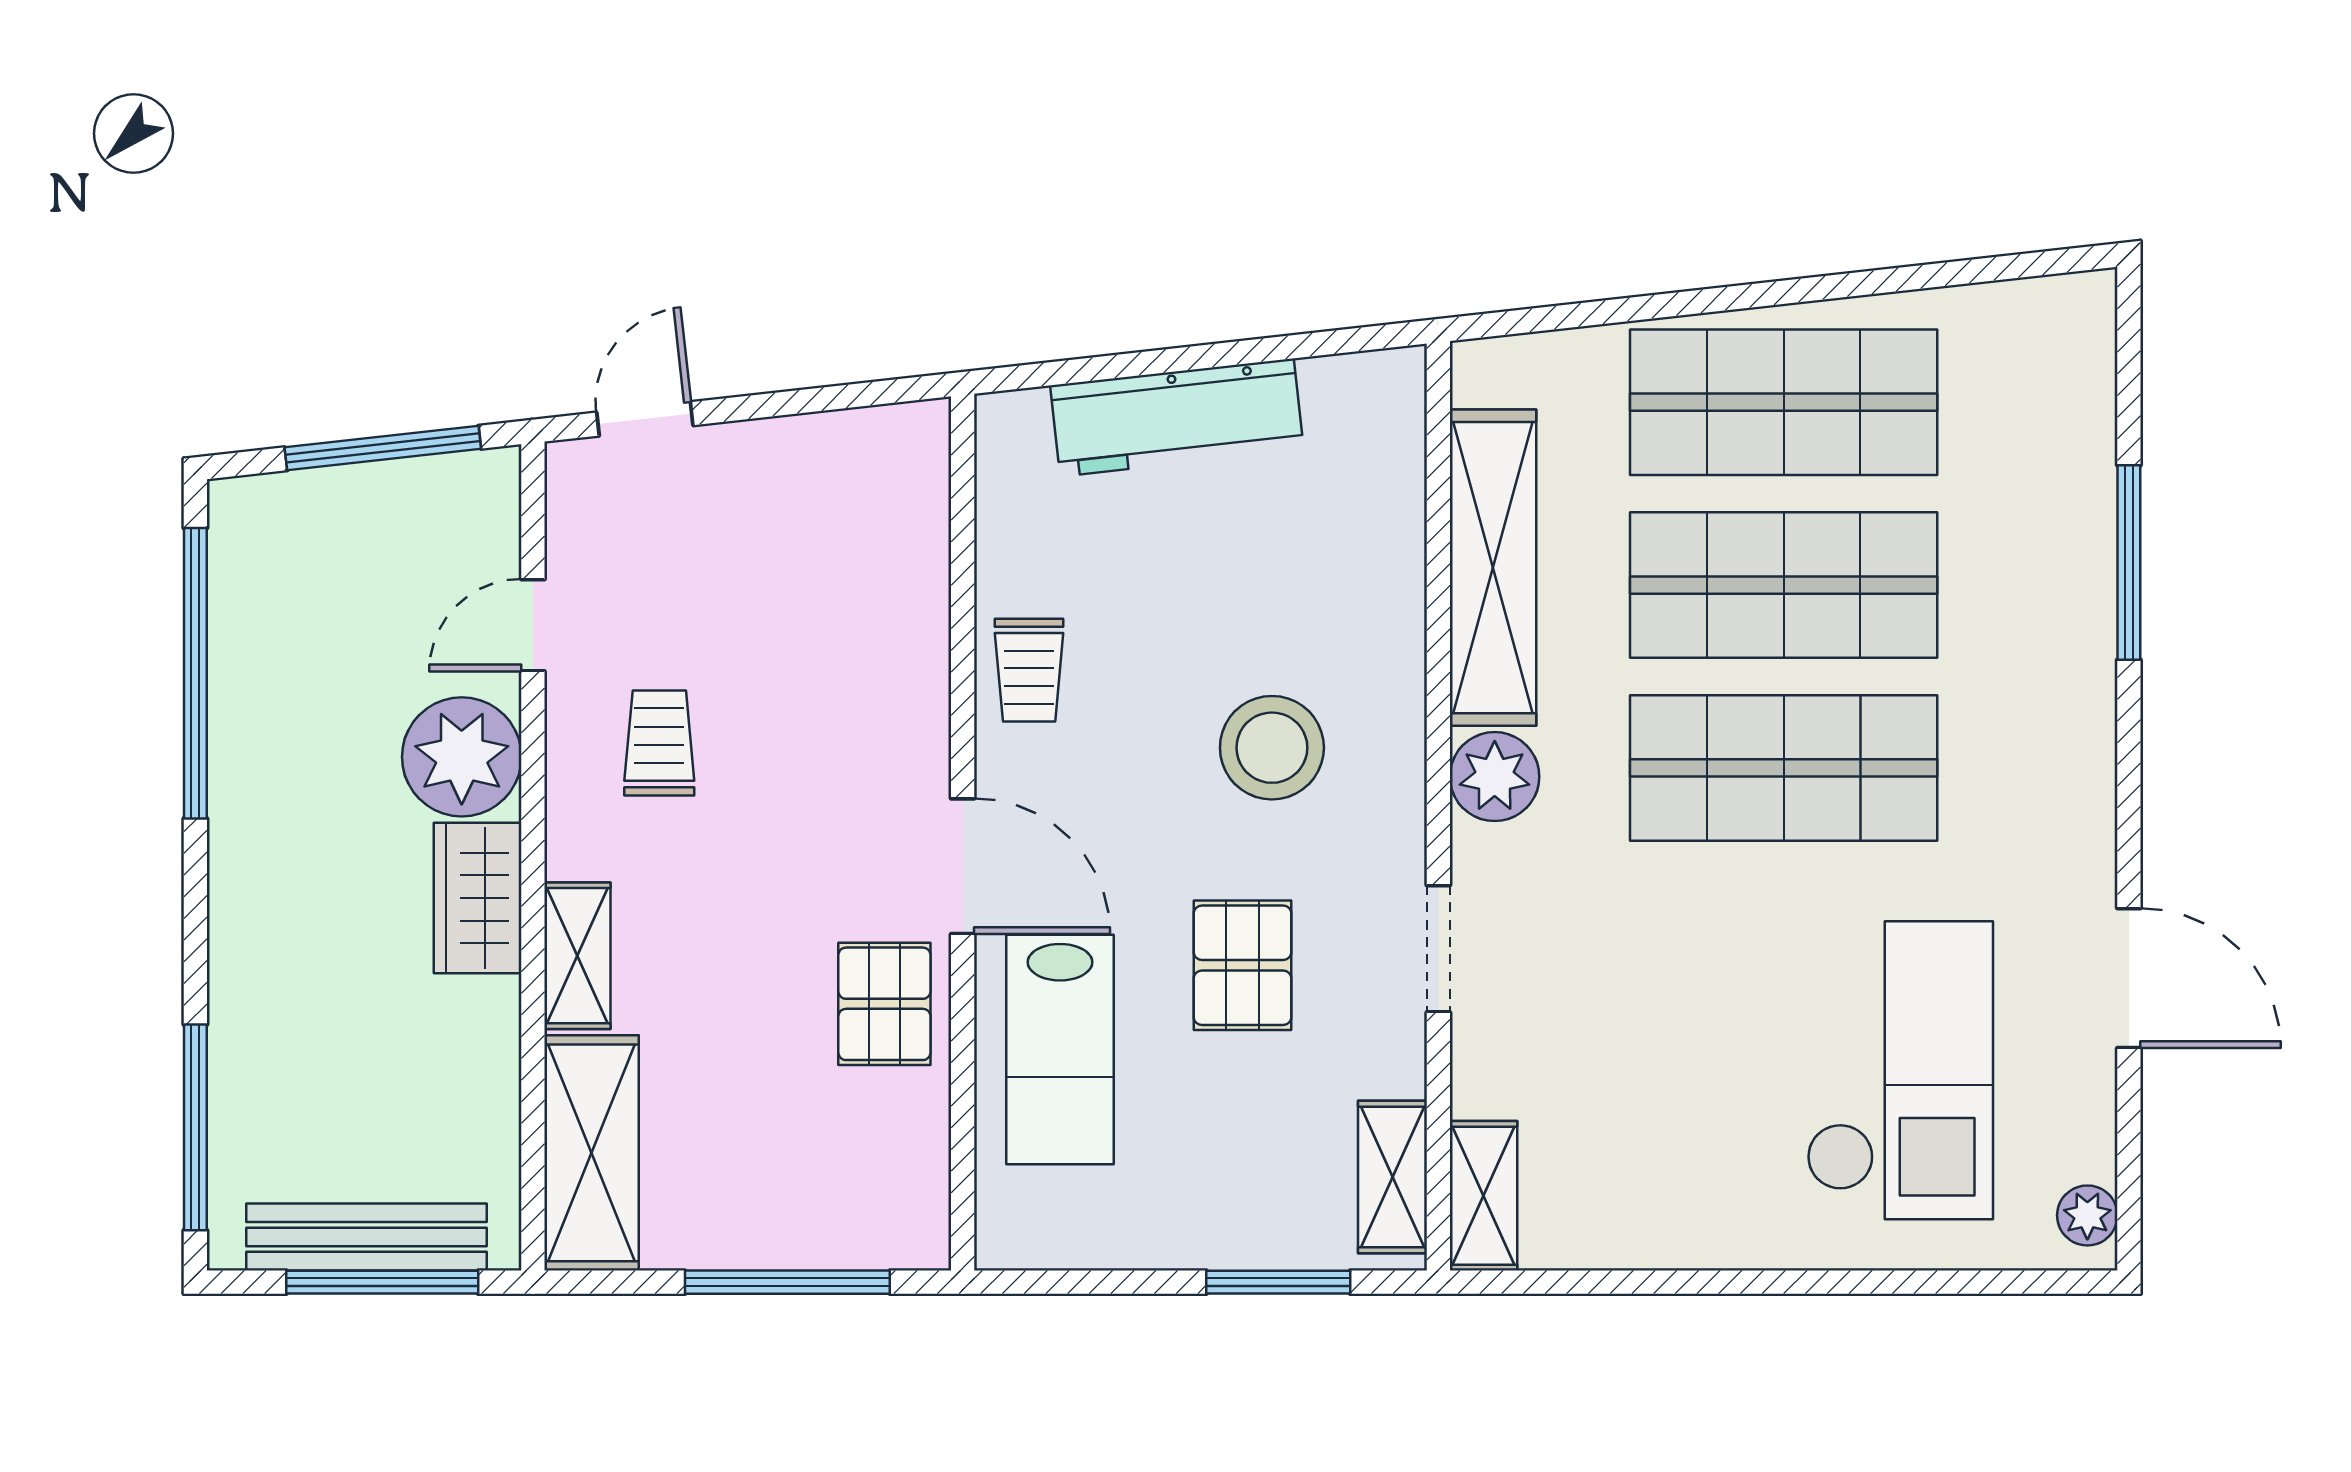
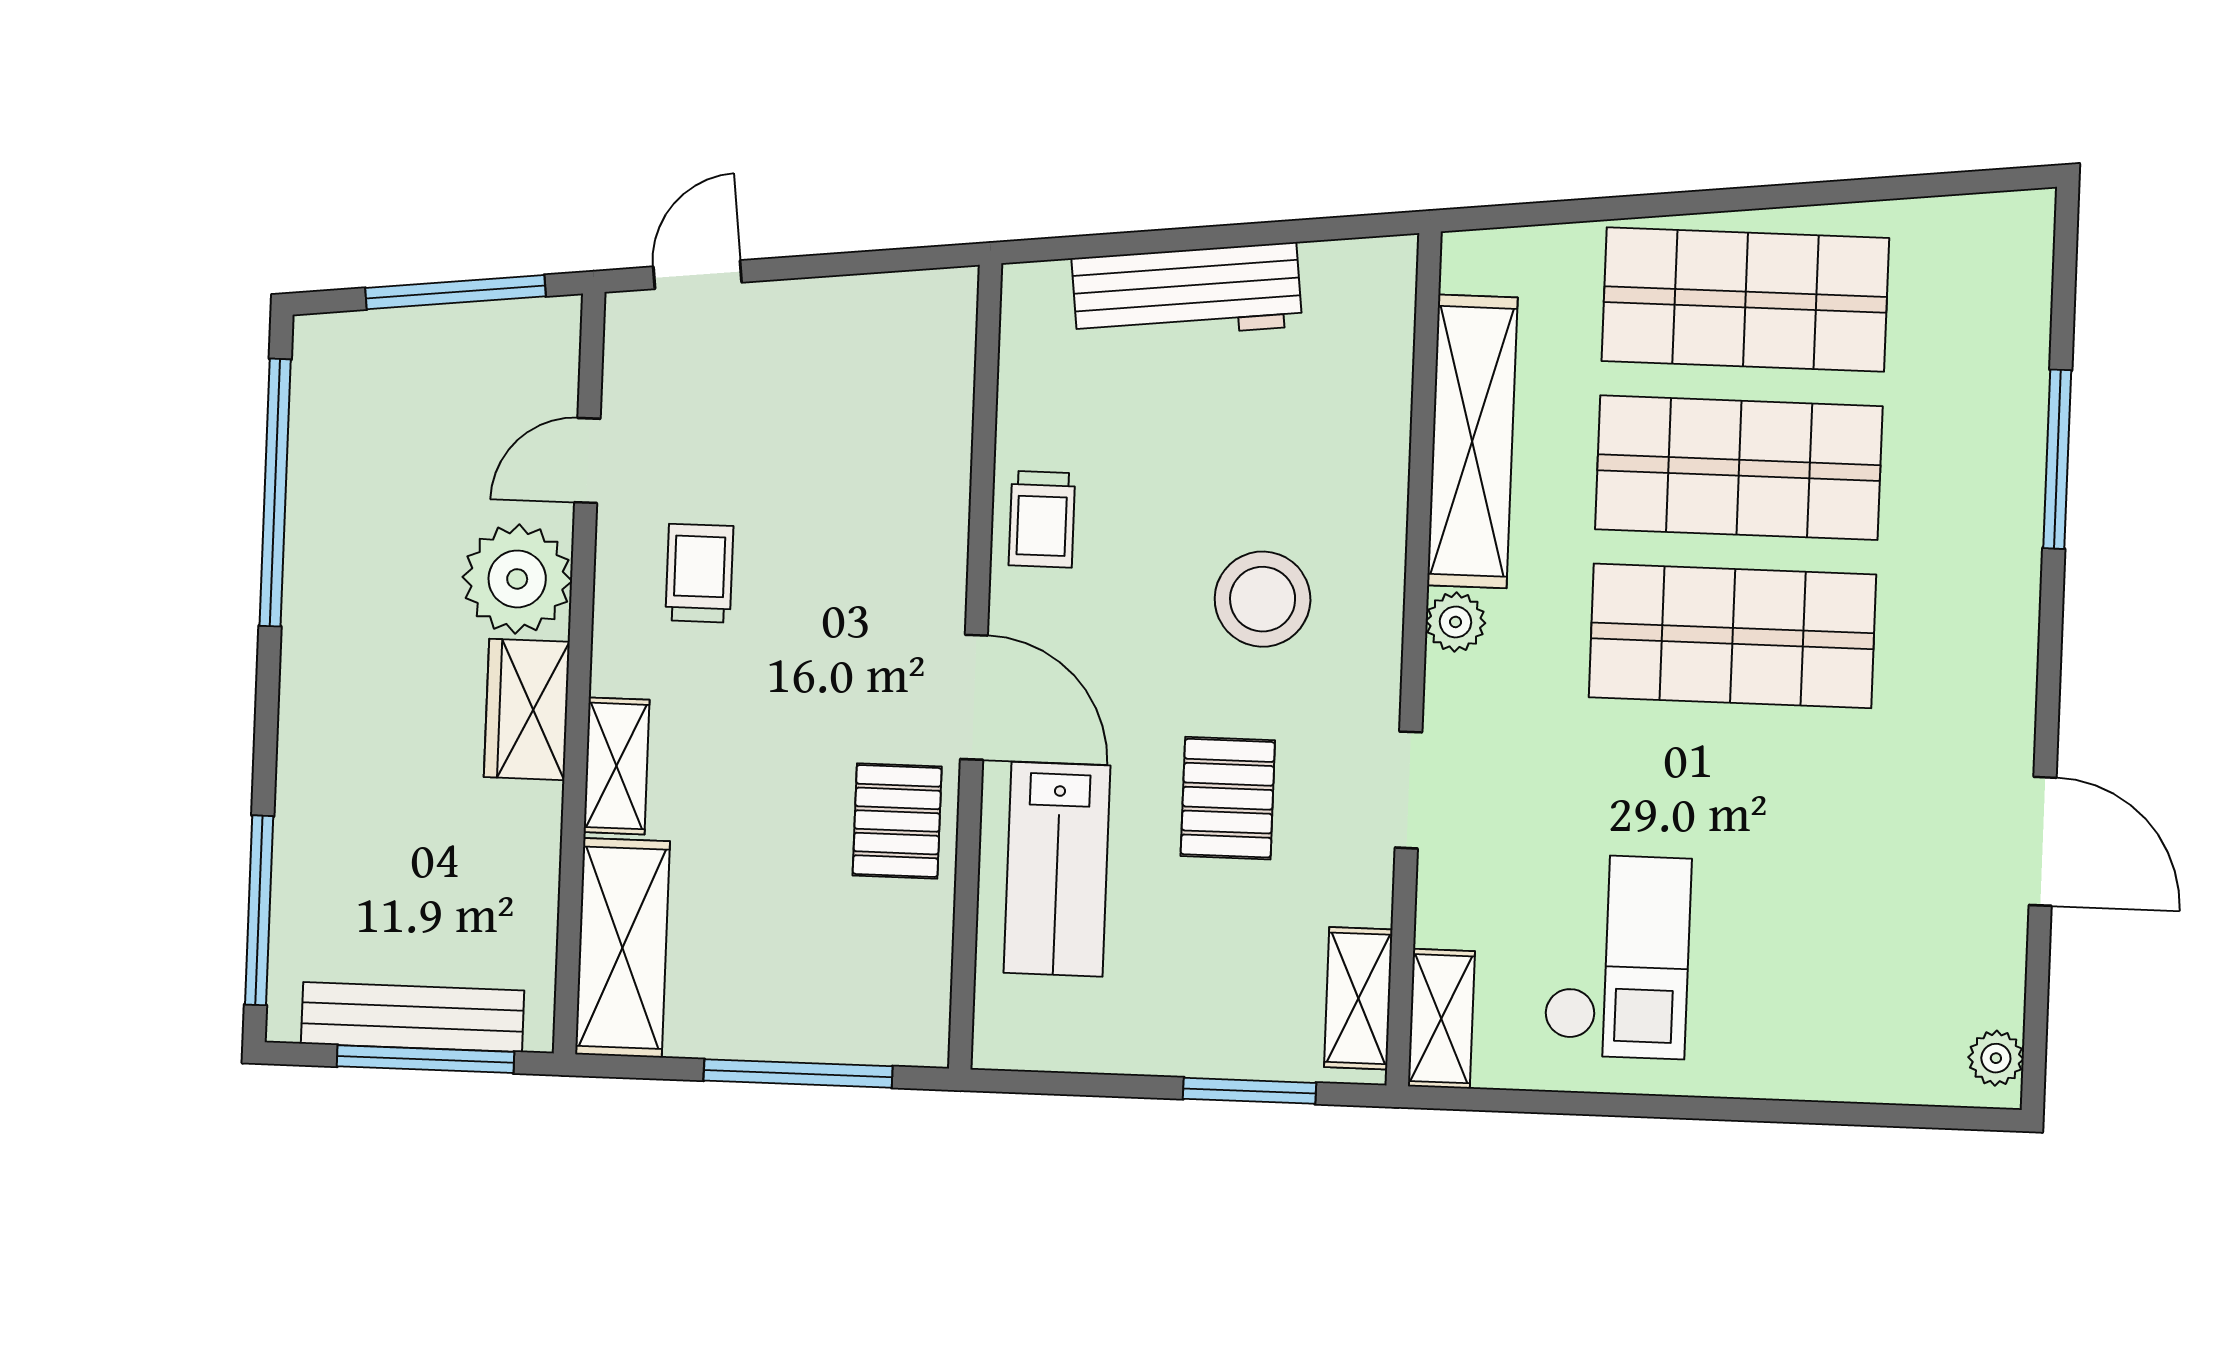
plant: (1495, 777) -> (1455, 622), width x0.73, depth x0.73
checkout: (1900, 1070) -> (1617, 956), moved, width x0.73, depth x0.83

